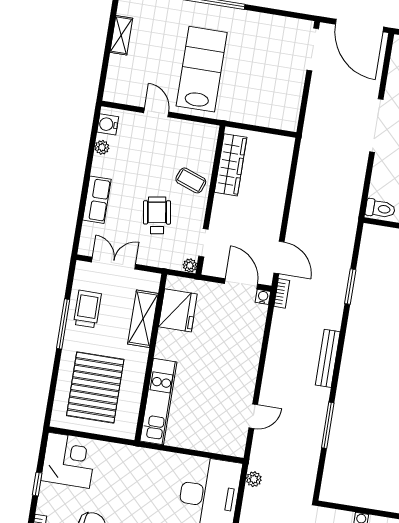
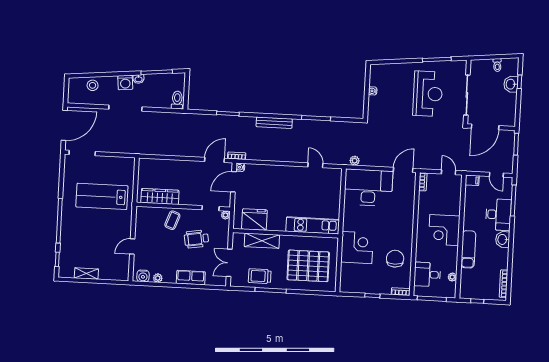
lab bench: (202, 69) -> (102, 196), moved
corner desk: (69, 460) -> (357, 248), moved, turned 90

